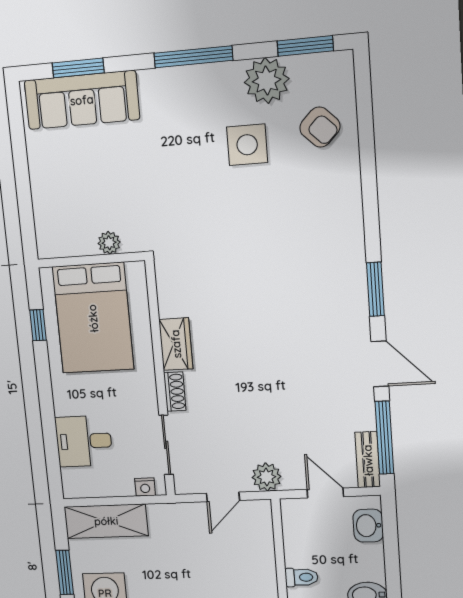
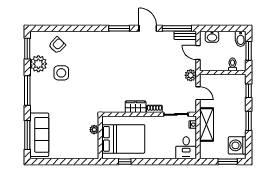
window: (78, 68) -> (27, 135), width x1.44
door: (380, 364) -> (148, 28), hinge flipped
desk: (84, 441) -> (186, 148), moved
door: (325, 493) -> (198, 53), hinge flipped
shelving: (106, 521) -> (206, 124), moved

